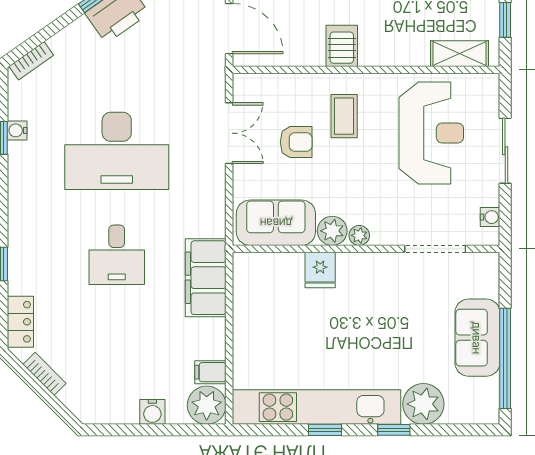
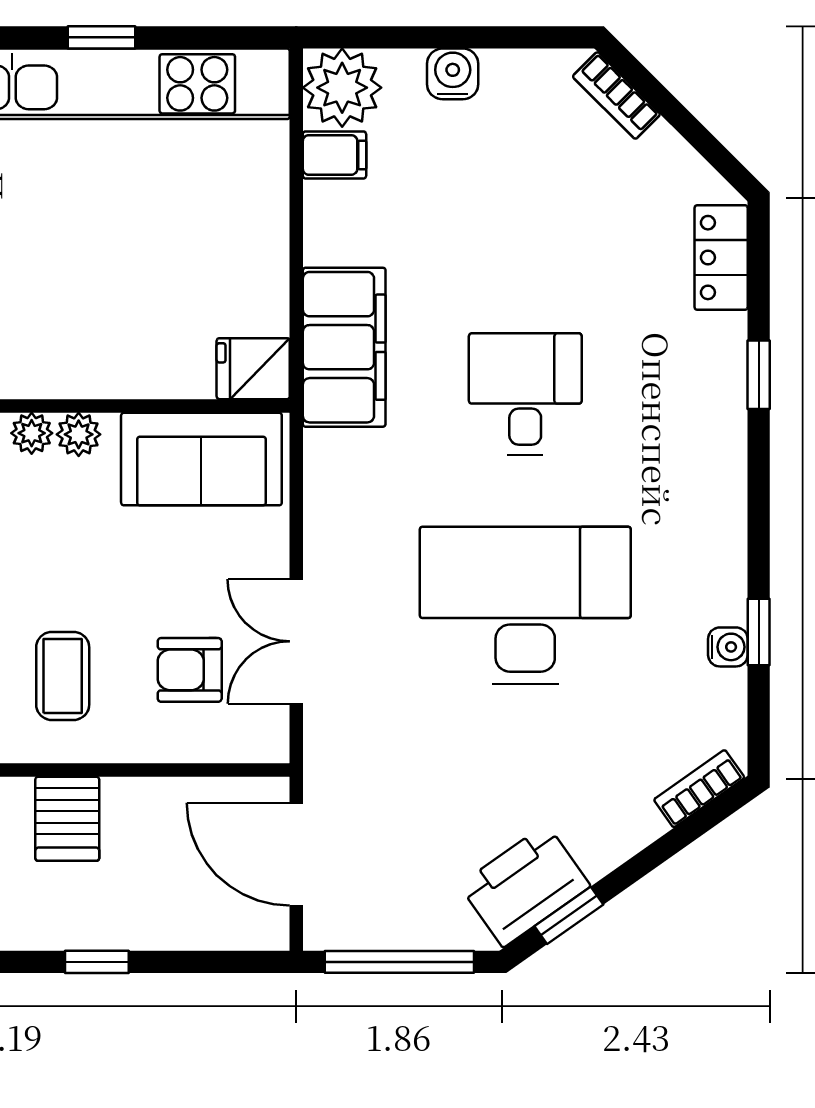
armchair: (296, 142) -> (190, 670), moved
plant: (332, 231) -> (79, 434), width x0.73, depth x0.73
fridge: (320, 270) -> (253, 369), moved, turned -90
bookcase: (44, 374) -> (616, 95), moved

